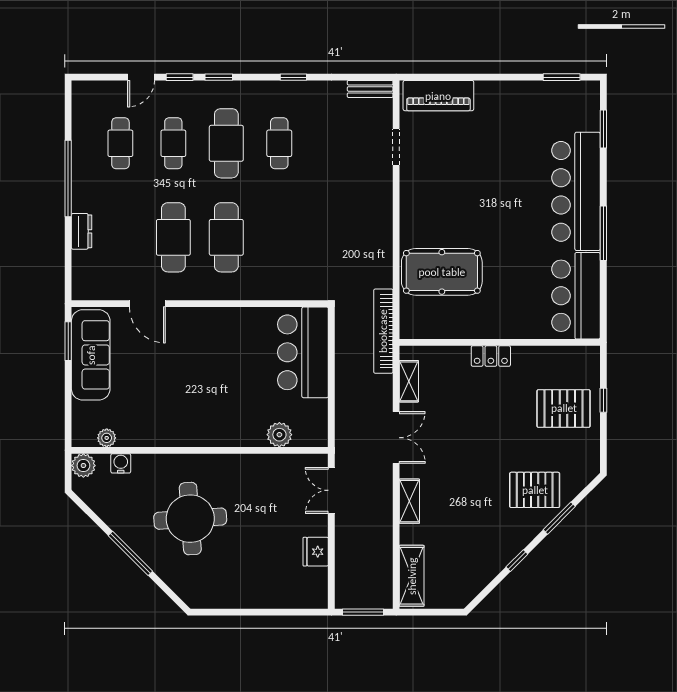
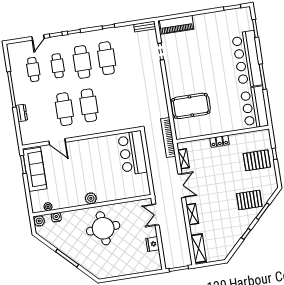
cafe table: (279, 143) -> (107, 58), width x1.37, depth x1.35
plant: (279, 435) -> (91, 198), moved
round table: (190, 519) -> (103, 228), moved

